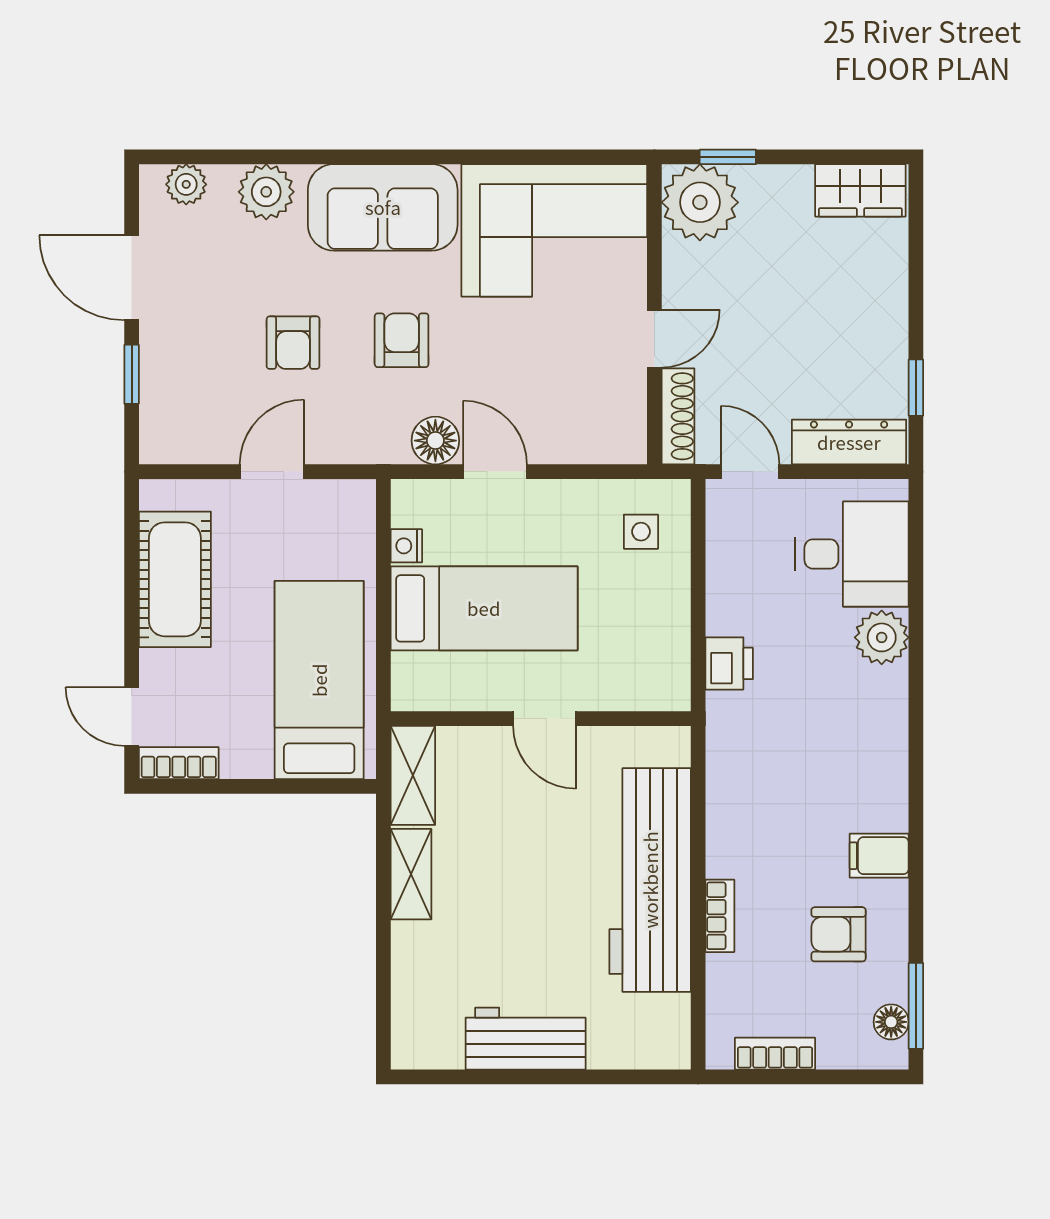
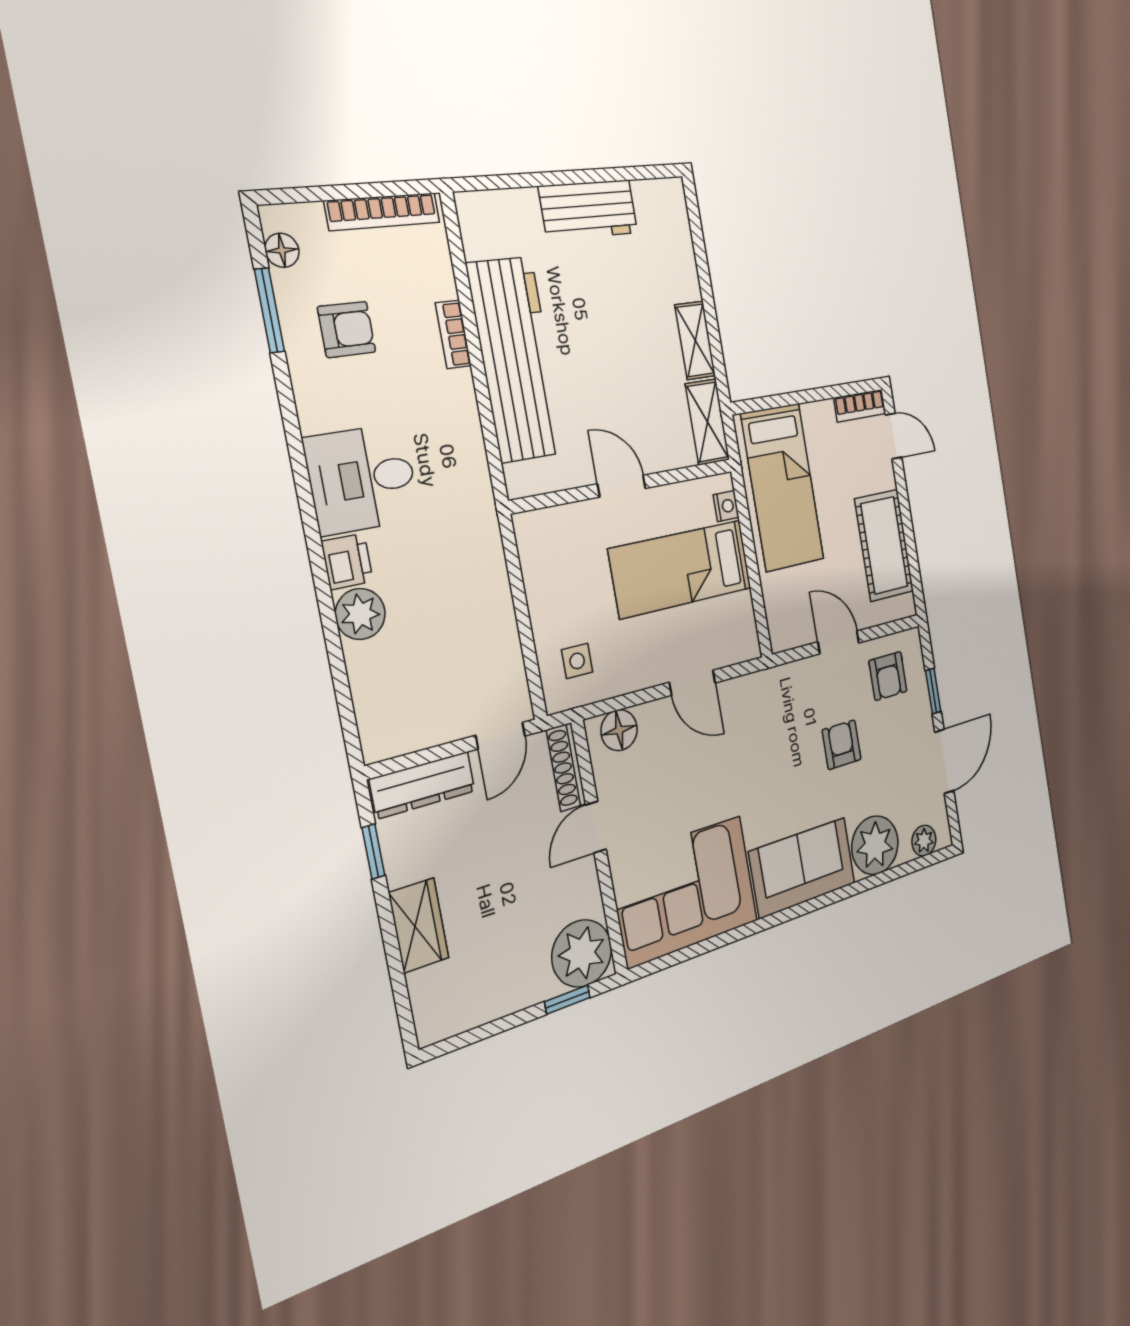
wardrobe: (860, 190) -> (419, 925), moved, turned 90
plant: (266, 192) -> (875, 845), width x1.36, depth x1.36
door: (132, 278) -> (944, 761), hinge flipped
armchair: (402, 340) -> (888, 676), moved
floor lamp: (435, 441) -> (619, 730), moved
door: (272, 472) -> (839, 642), swing flipped
door: (750, 472) -> (501, 736), hinge flipped
nightstand: (406, 546) -> (726, 506), moved
desk: (852, 554) -> (362, 479), moved
printer: (729, 663) -> (347, 561), moved, turned 180
filing cabinet: (879, 856) -> (324, 409), removed
window: (916, 1006) -> (269, 310), moved
bookcase: (775, 1054) -> (383, 212), width x1.56

